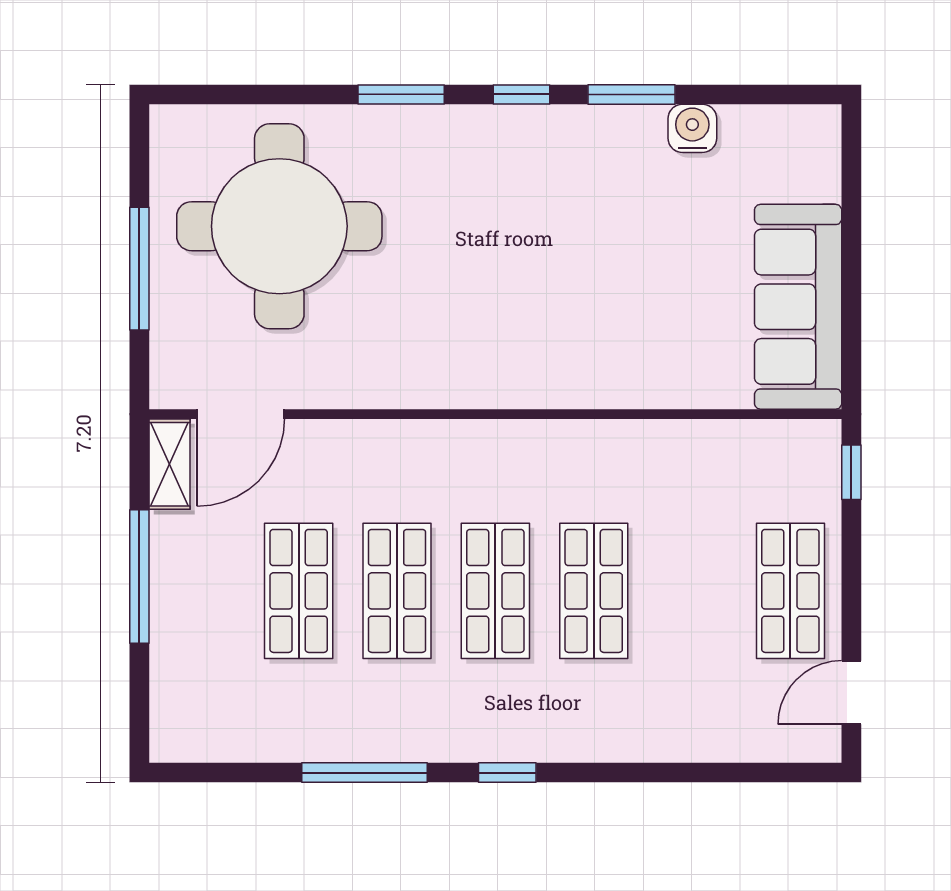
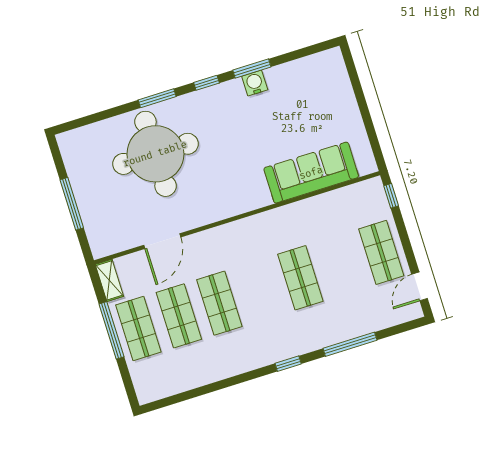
water cooler: (692, 128) -> (255, 83), moved
round table: (279, 226) -> (155, 154), moved
sofa: (798, 307) -> (311, 173), moved, turned 90
door: (241, 414) -> (162, 241), moved
shop shelf: (495, 591) -> (138, 329), moved
window: (364, 773) -> (350, 344), moved

